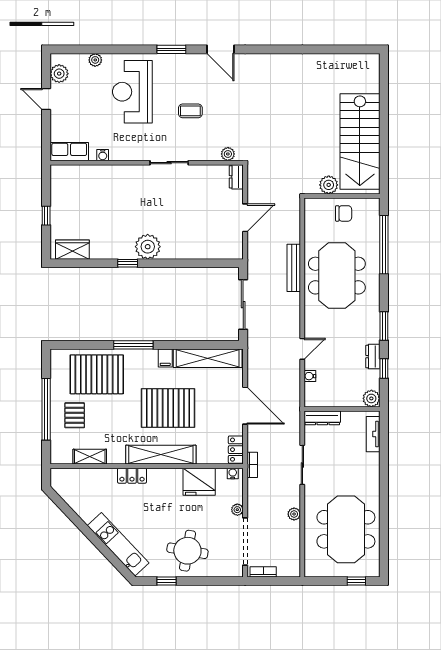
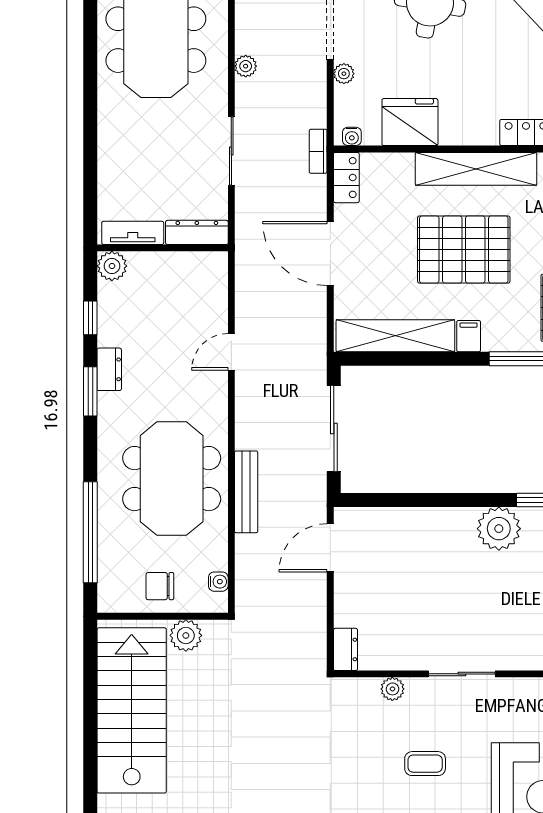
plant: (228, 154) -> (392, 689), moved
door: (245, 218) -> (330, 548), moved
dresser: (373, 357) -> (109, 369), moved
water cooler: (310, 376) -> (218, 582), moved
tv unit: (373, 434) -> (133, 233), moved, turned -90

